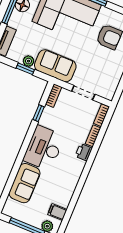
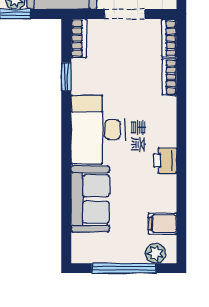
printer: (84, 152) -> (165, 161), moved

